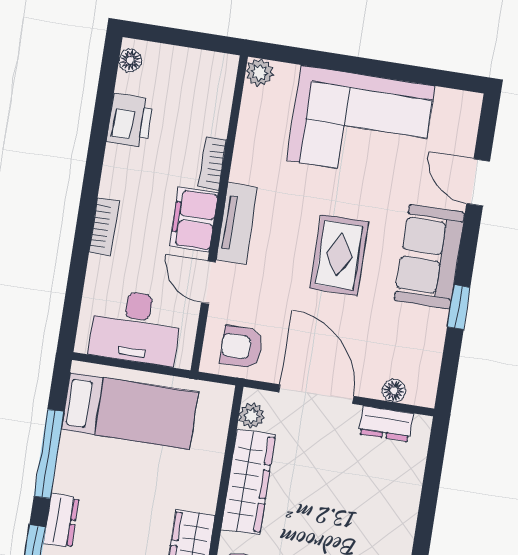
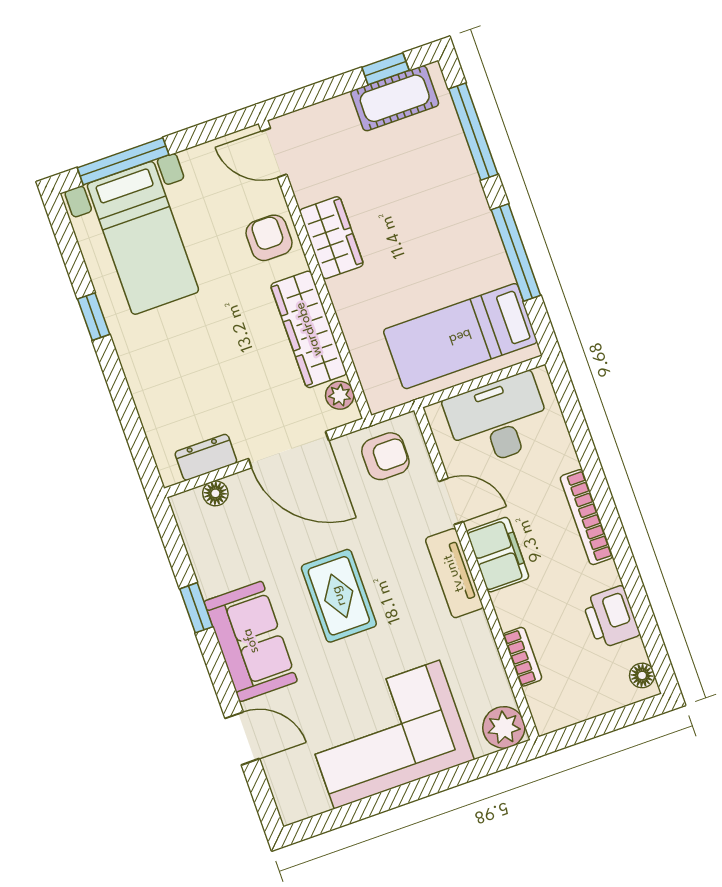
plant: (259, 72) -> (504, 727), width x1.38, depth x1.38
bookcase: (213, 163) -> (522, 657), moved
bookcase: (104, 227) -> (587, 517), width x1.56
dresser: (61, 521) -> (469, 195), removed

